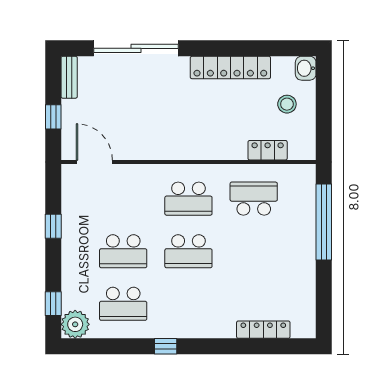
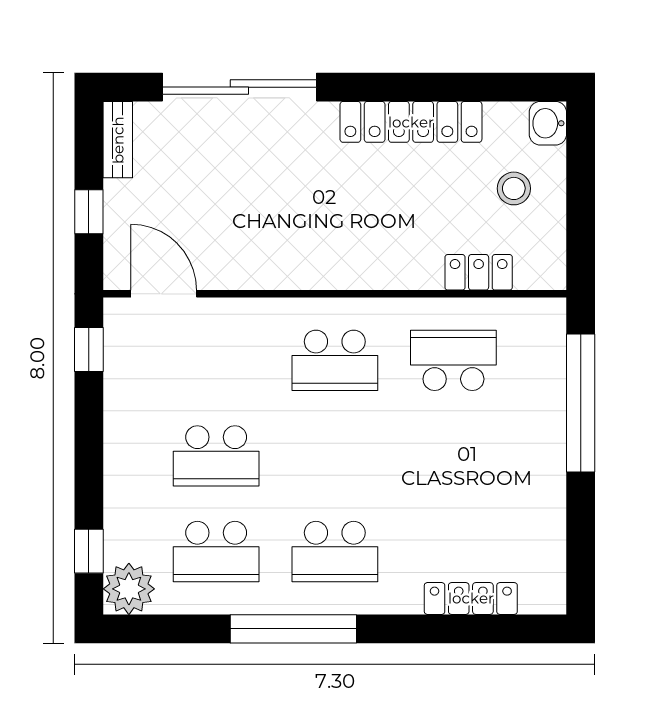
window: (53, 226) -> (89, 349), moved
school desk: (188, 251) -> (335, 552), moved
window: (166, 346) -> (293, 629), width x3.17

